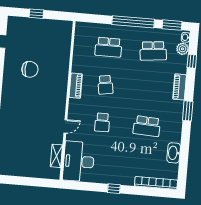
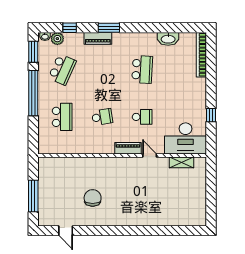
window: (36, 14) -> (33, 196), width x2.17
school desk: (153, 51) -> (62, 69), turned 30
piano: (76, 86) -> (128, 148), moved
window: (188, 111) -> (109, 28), moved
window: (114, 189) -> (211, 115), moved

